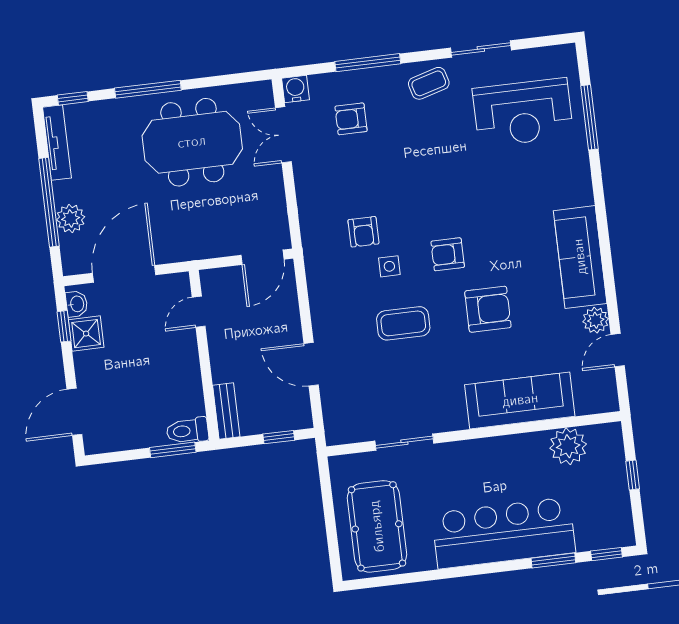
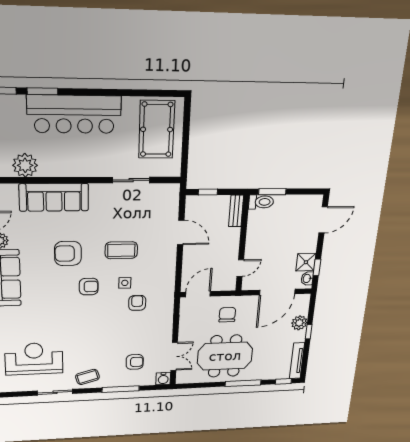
window: (49, 202) -> (309, 332), width x0.32
chair: (204, 223) -> (227, 315), added

